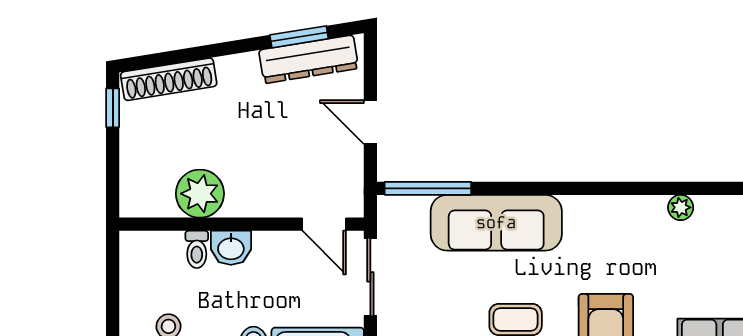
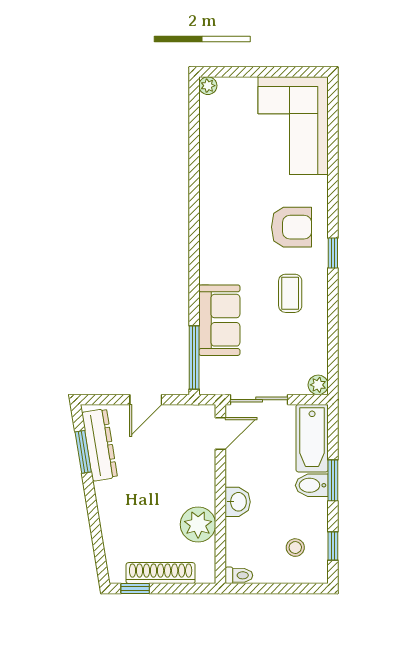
shoe rack: (169, 79) -> (161, 573), moved, turned -81
plant: (681, 207) -> (208, 172), removed
sofa: (496, 223) -> (219, 320), width x0.73
toilet: (197, 249) -> (239, 575), moved

